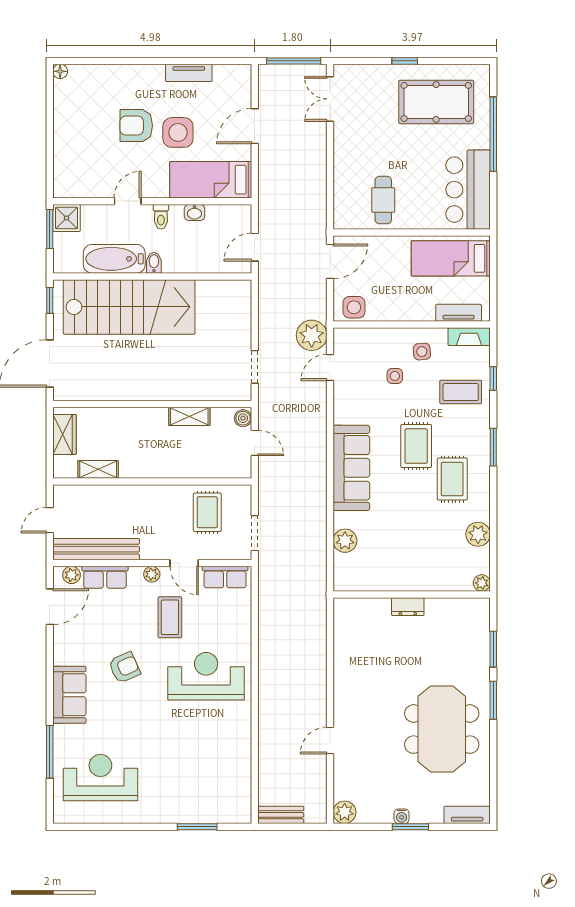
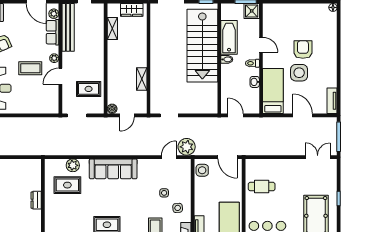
tv unit: (189, 73) -> (332, 101), moved
door: (330, 367) -> (169, 157), hinge flipped
boiler: (243, 418) -> (112, 109), moved
rug: (416, 446) -> (67, 185), moved
row of seats: (225, 577) -> (53, 99), removed

